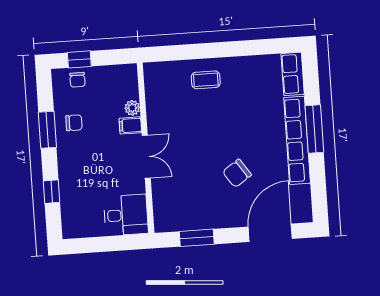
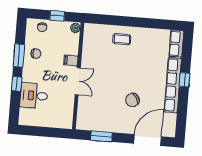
window: (79, 59) -> (57, 16), moved
plant: (132, 108) -> (75, 28), moved
window: (314, 129) -> (185, 80), width x0.46
window: (52, 192) -> (17, 84), moved
desk: (126, 215) -> (34, 96), moved, turned 180

